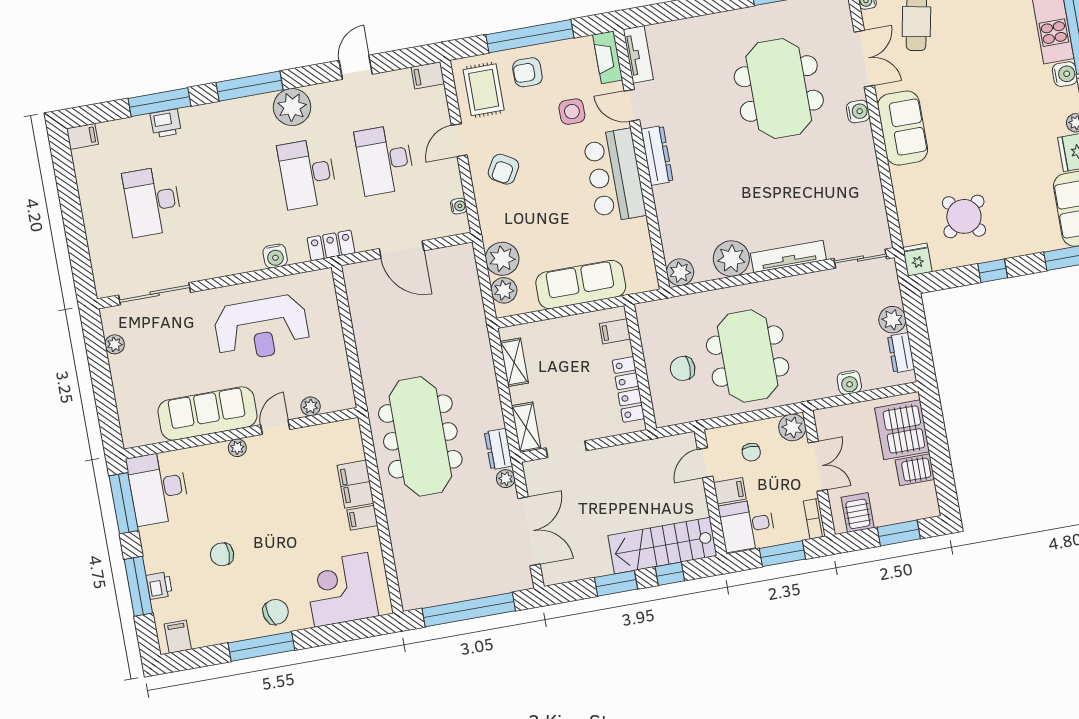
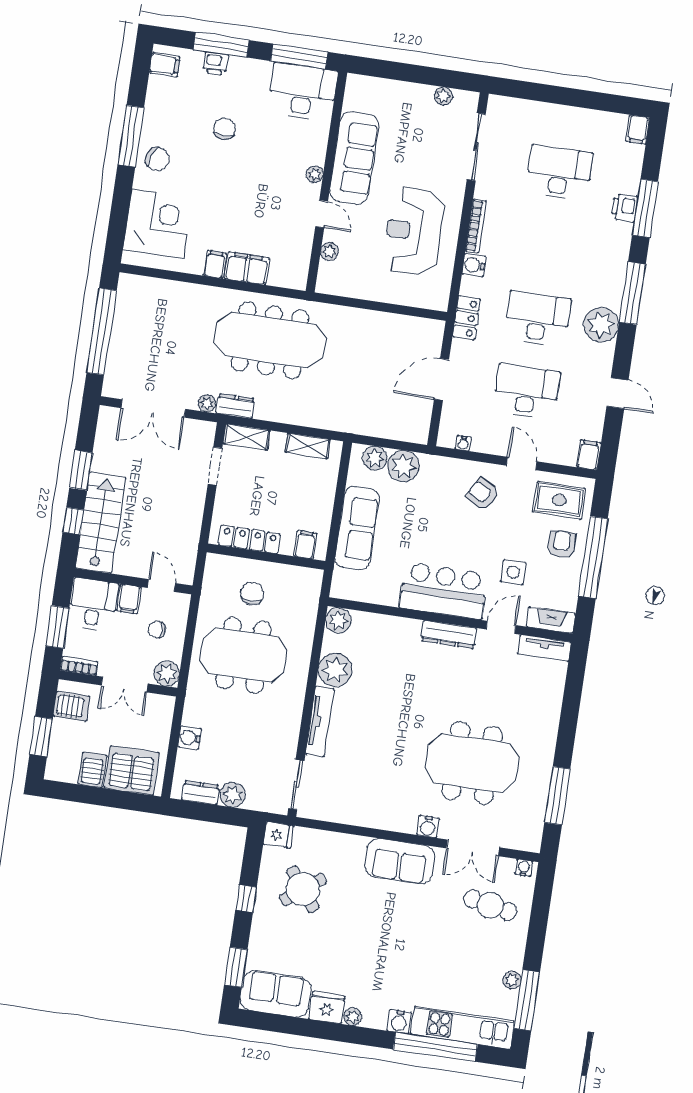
bookcase: (235, 267) -> (476, 226), added
chair: (276, 612) -> (157, 159), turned -54

